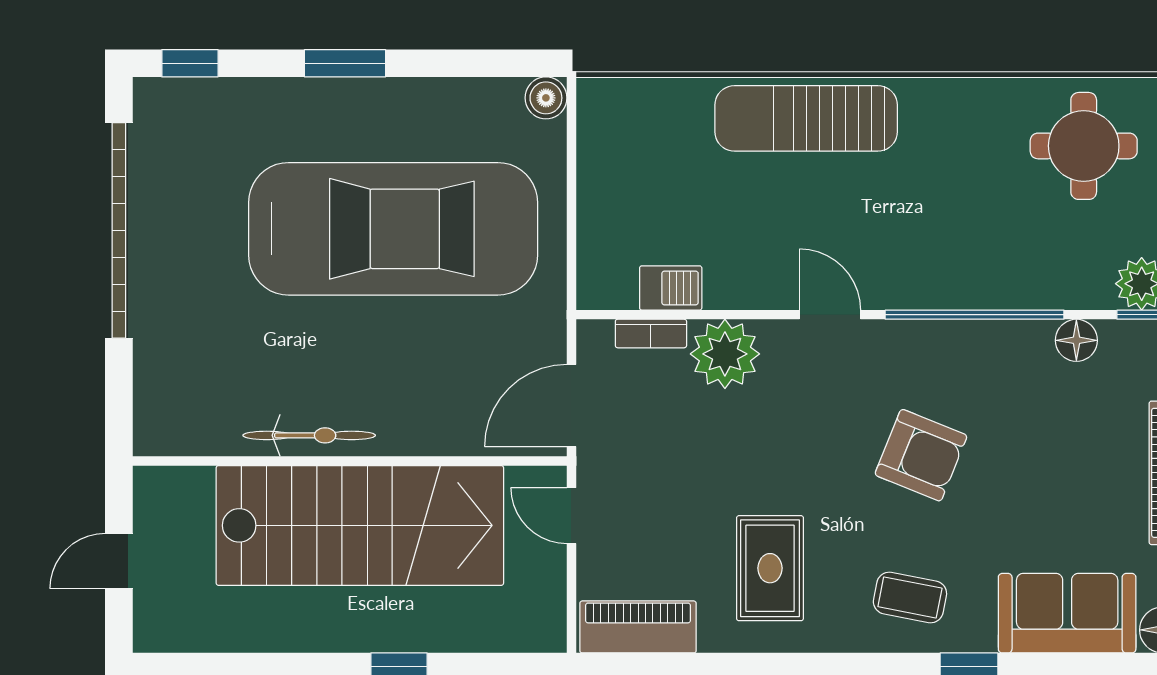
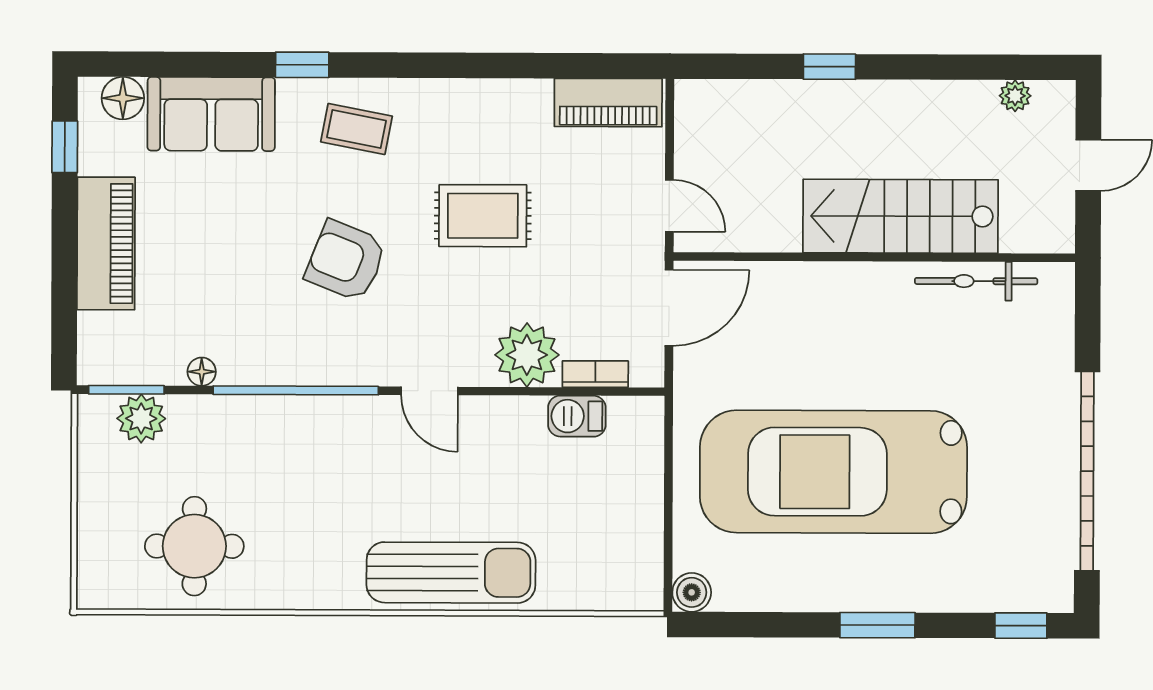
floor lamp: (1076, 340) -> (202, 372), width x0.73, depth x0.73
bicycle: (309, 435) -> (976, 281), moved
stairs: (360, 525) -> (901, 216), width x0.73, depth x0.66
rug: (770, 568) -> (483, 216), moved, turned 90
plant: (198, 636) -> (1015, 96), added

